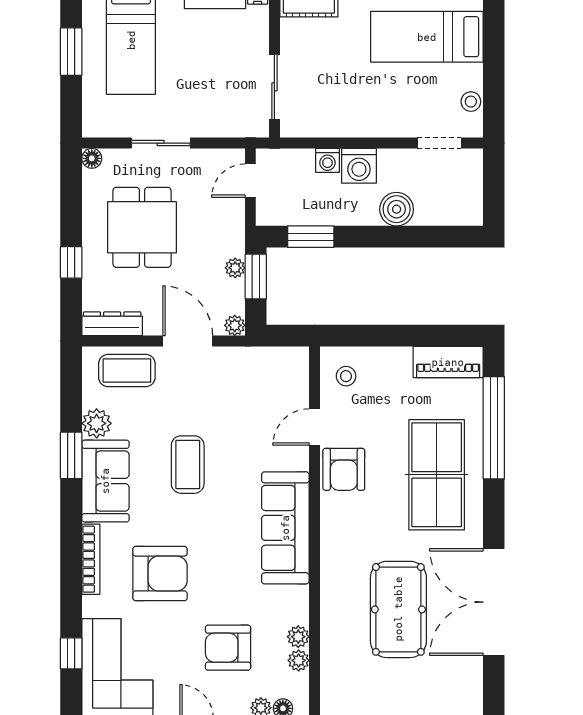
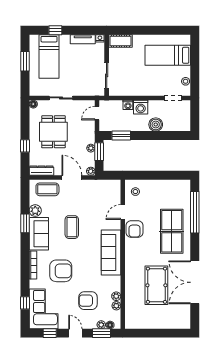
piano: (448, 362) -> (176, 186), removed

